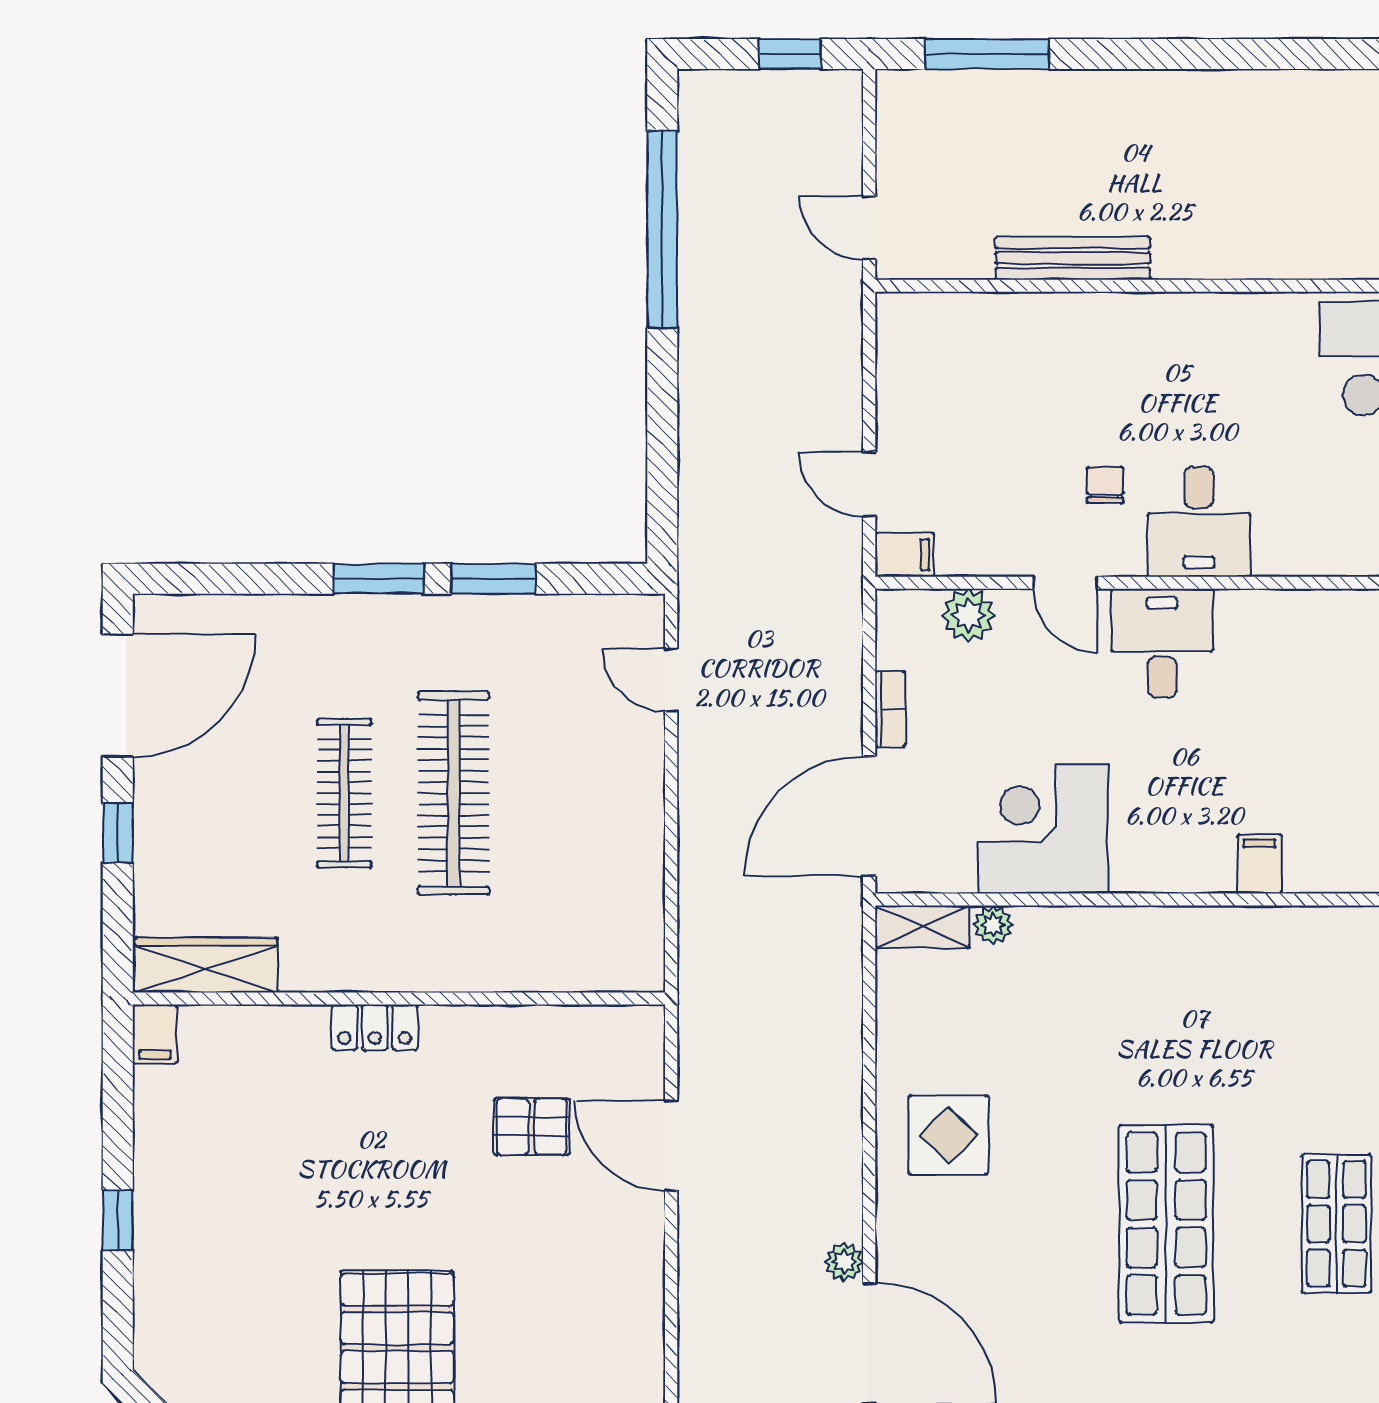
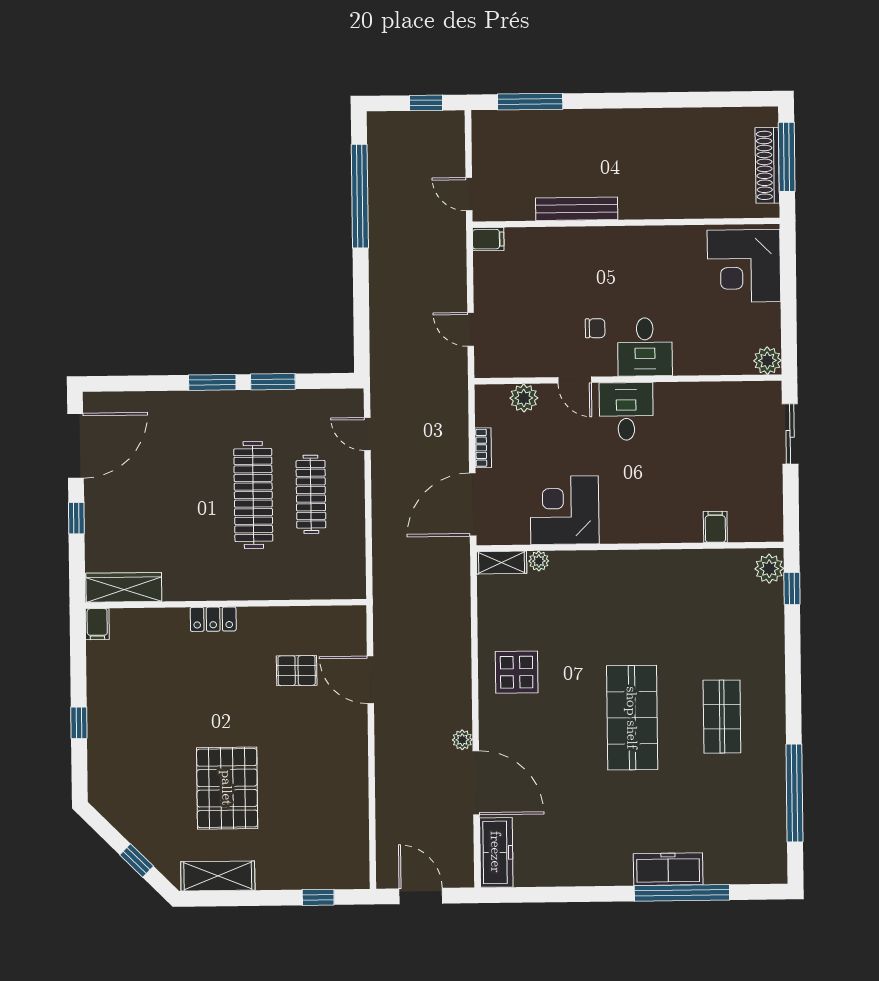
chair: (1105, 485) -> (595, 328), turned 90
filing cabinet: (904, 555) -> (488, 239), moved
clothes rail: (344, 793) -> (311, 494), moved
filing cabinet: (1259, 864) -> (715, 527), moved

